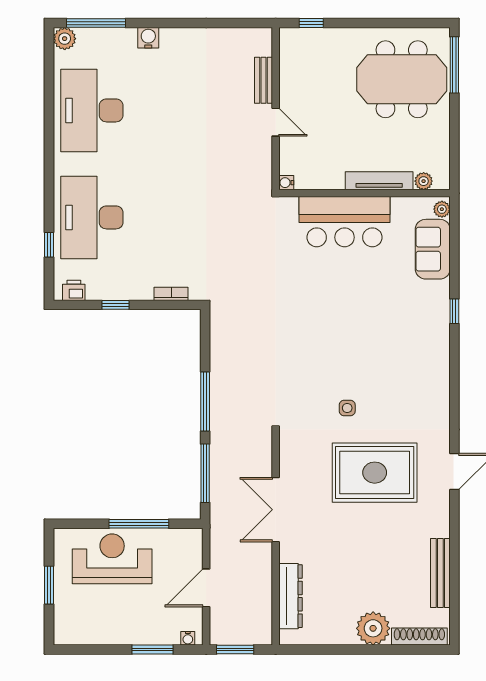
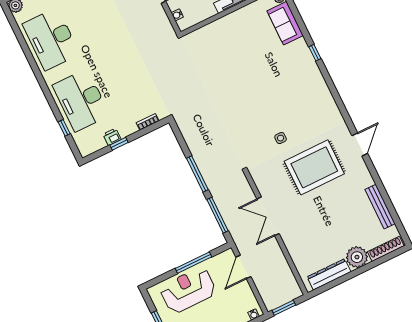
water cooler: (286, 183) -> (177, 15), moved
bar counter: (345, 222) -> (227, 32), removed
printer: (74, 290) -> (112, 137), moved
door: (206, 588) -> (243, 267), moved
dresser: (291, 596) -> (329, 274), moved, turned -90

